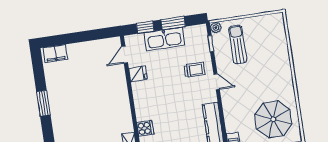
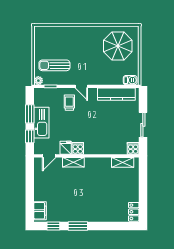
door: (125, 55) -> (49, 156), hinge flipped
window: (39, 73) -> (53, 226), added
door: (217, 82) -> (81, 86), swing flipped
shelving: (121, 86) -> (73, 162), added
cooker: (145, 128) -> (78, 148), moved

